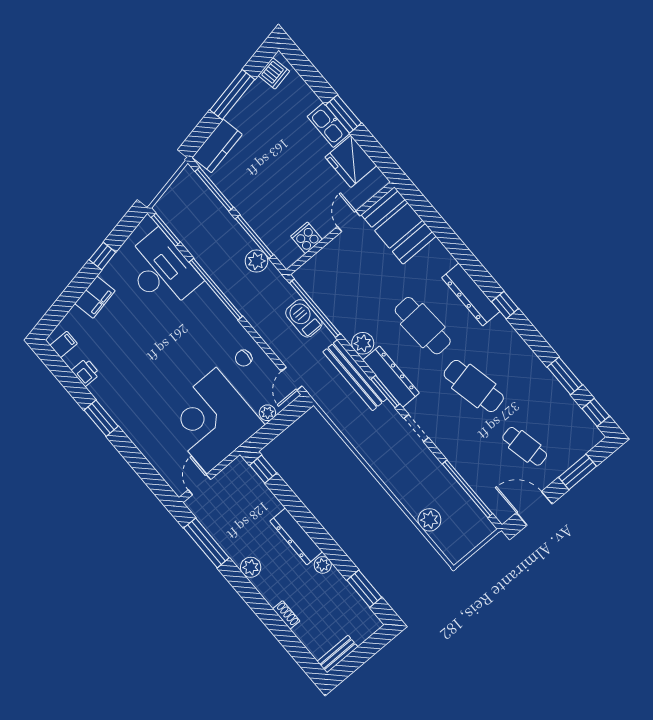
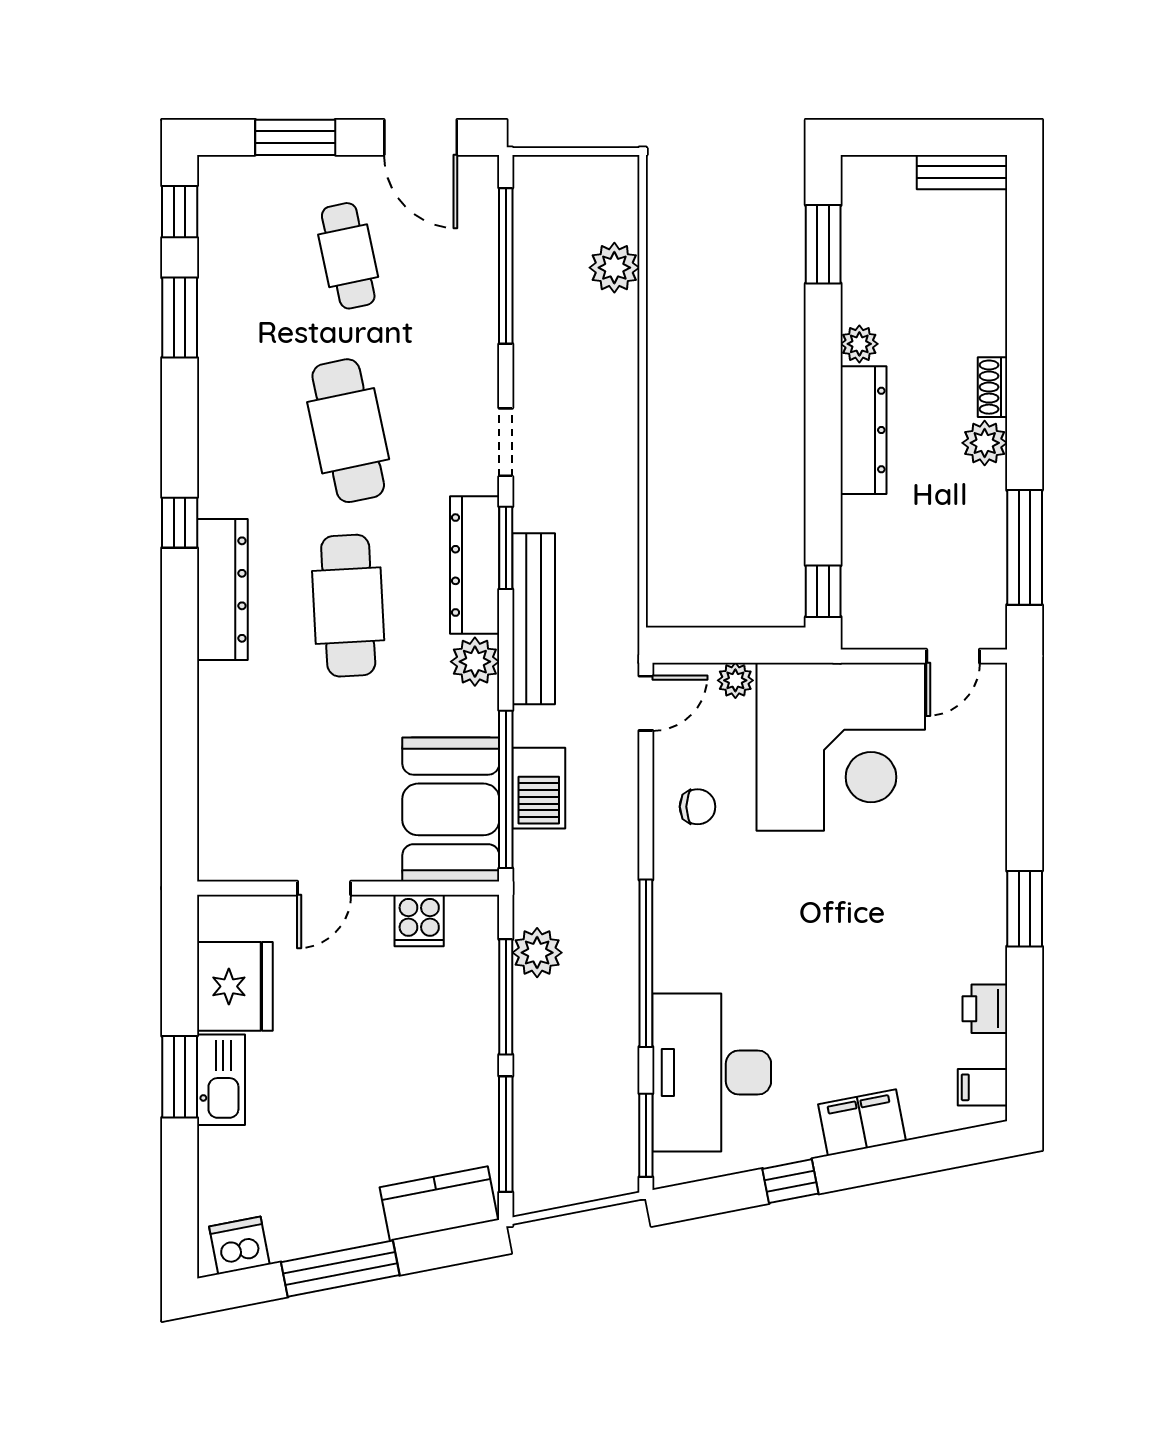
booth: (399, 225) -> (451, 809), moved
shoe rack: (286, 615) -> (993, 387), moved

